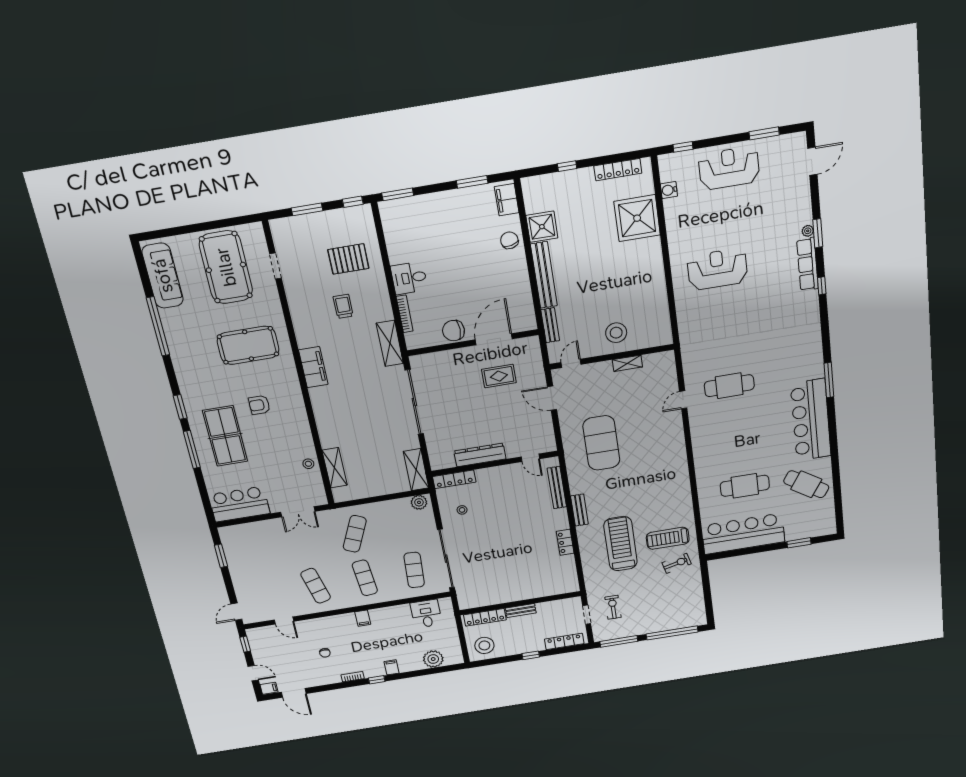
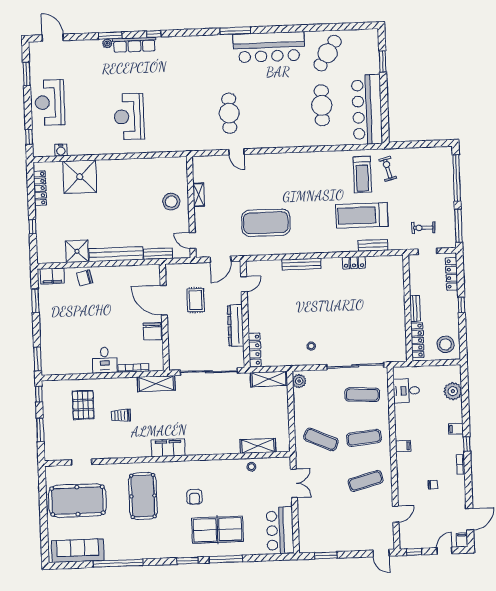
dresser: (480, 455) -> (236, 326), moved
door: (530, 458) -> (244, 284), moved
wall: (495, 464) -> (245, 314), moved
locker: (454, 479) -> (255, 350), moved
bench: (579, 510) -> (373, 245), moved

